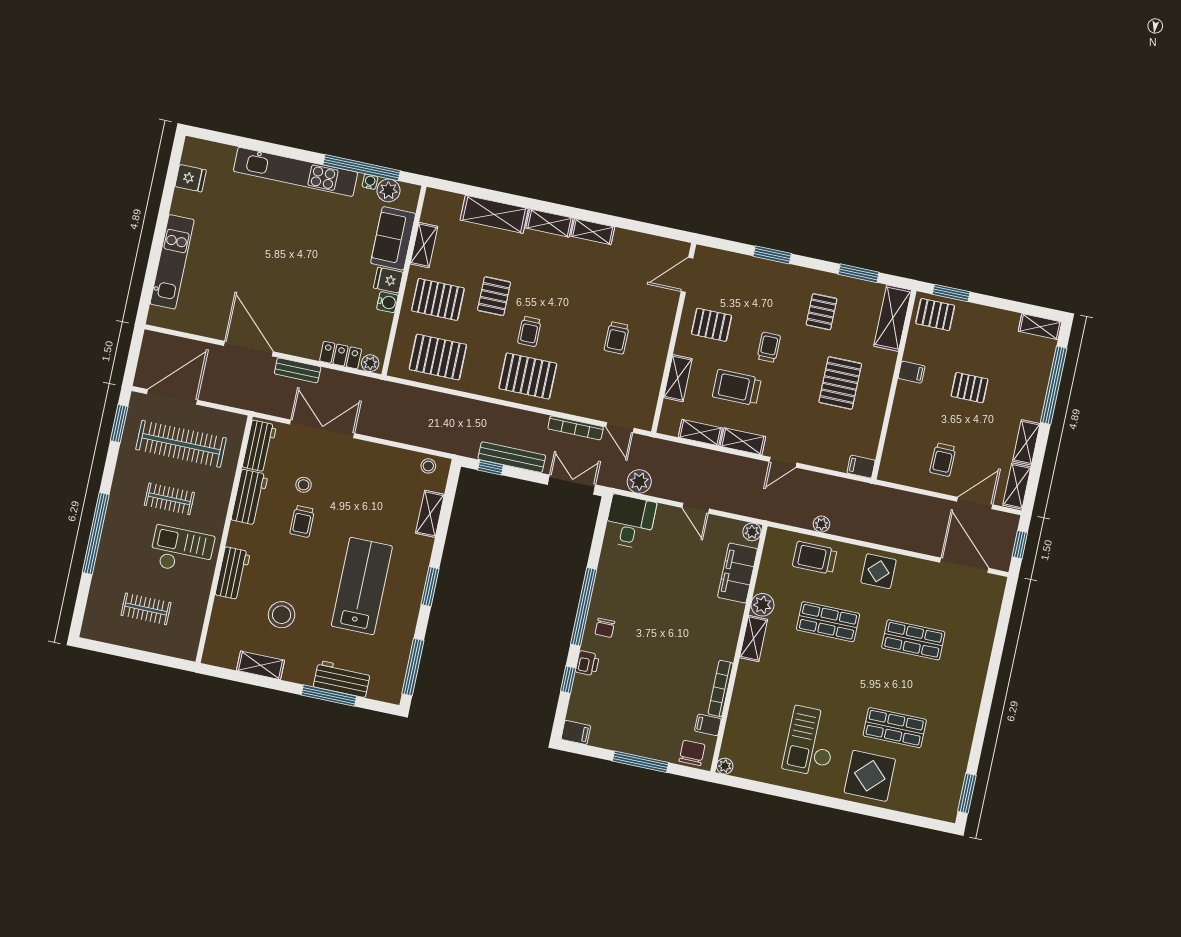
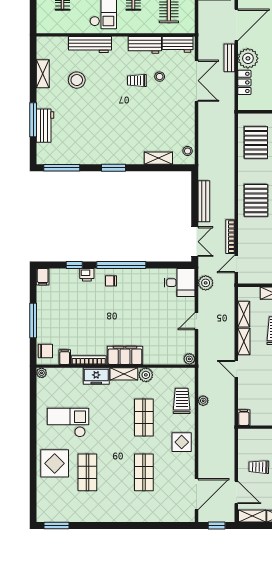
plant: (370, 363) -> (248, 58), moved, width x1.87, depth x1.87
window: (491, 467) -> (195, 189), removed
workbench: (233, 573) -> (90, 45), width x1.37
filing cabinet: (737, 573) -> (125, 355), moved
lab bench: (362, 586) -> (105, 126), removed
freezer: (748, 682) -> (96, 376), added

